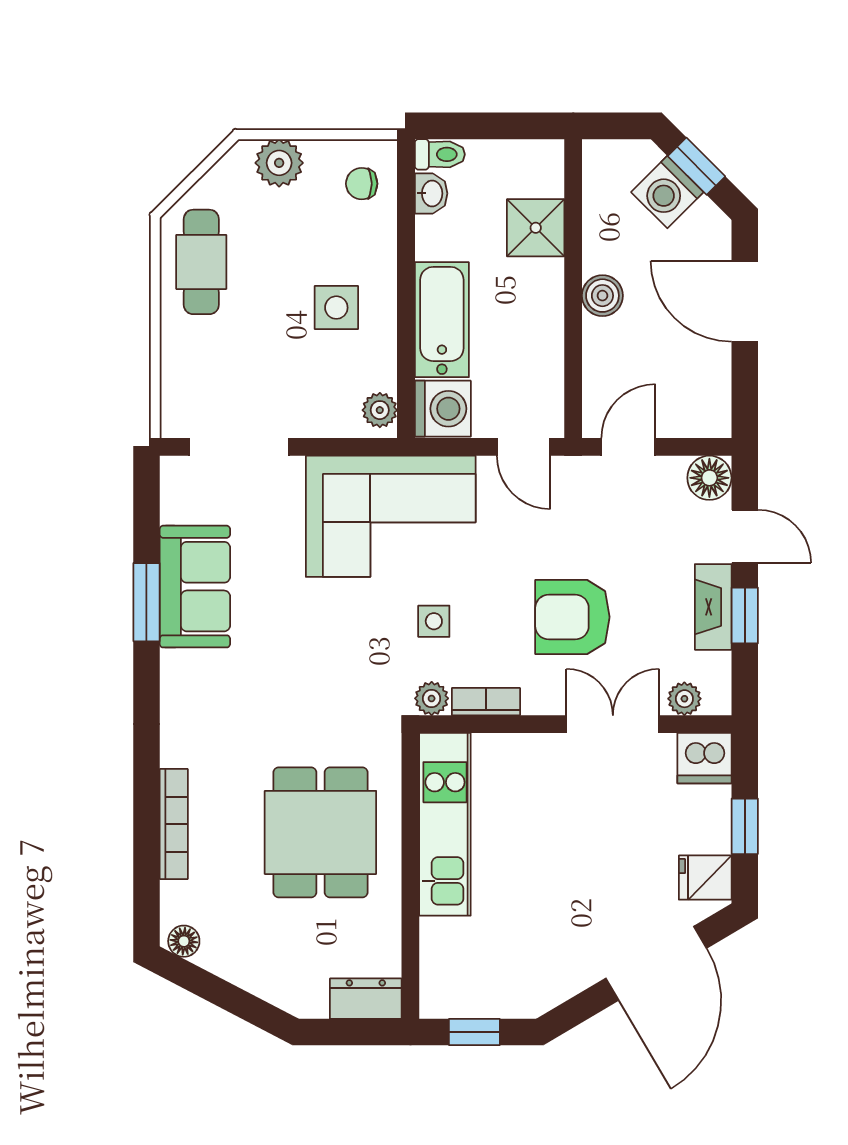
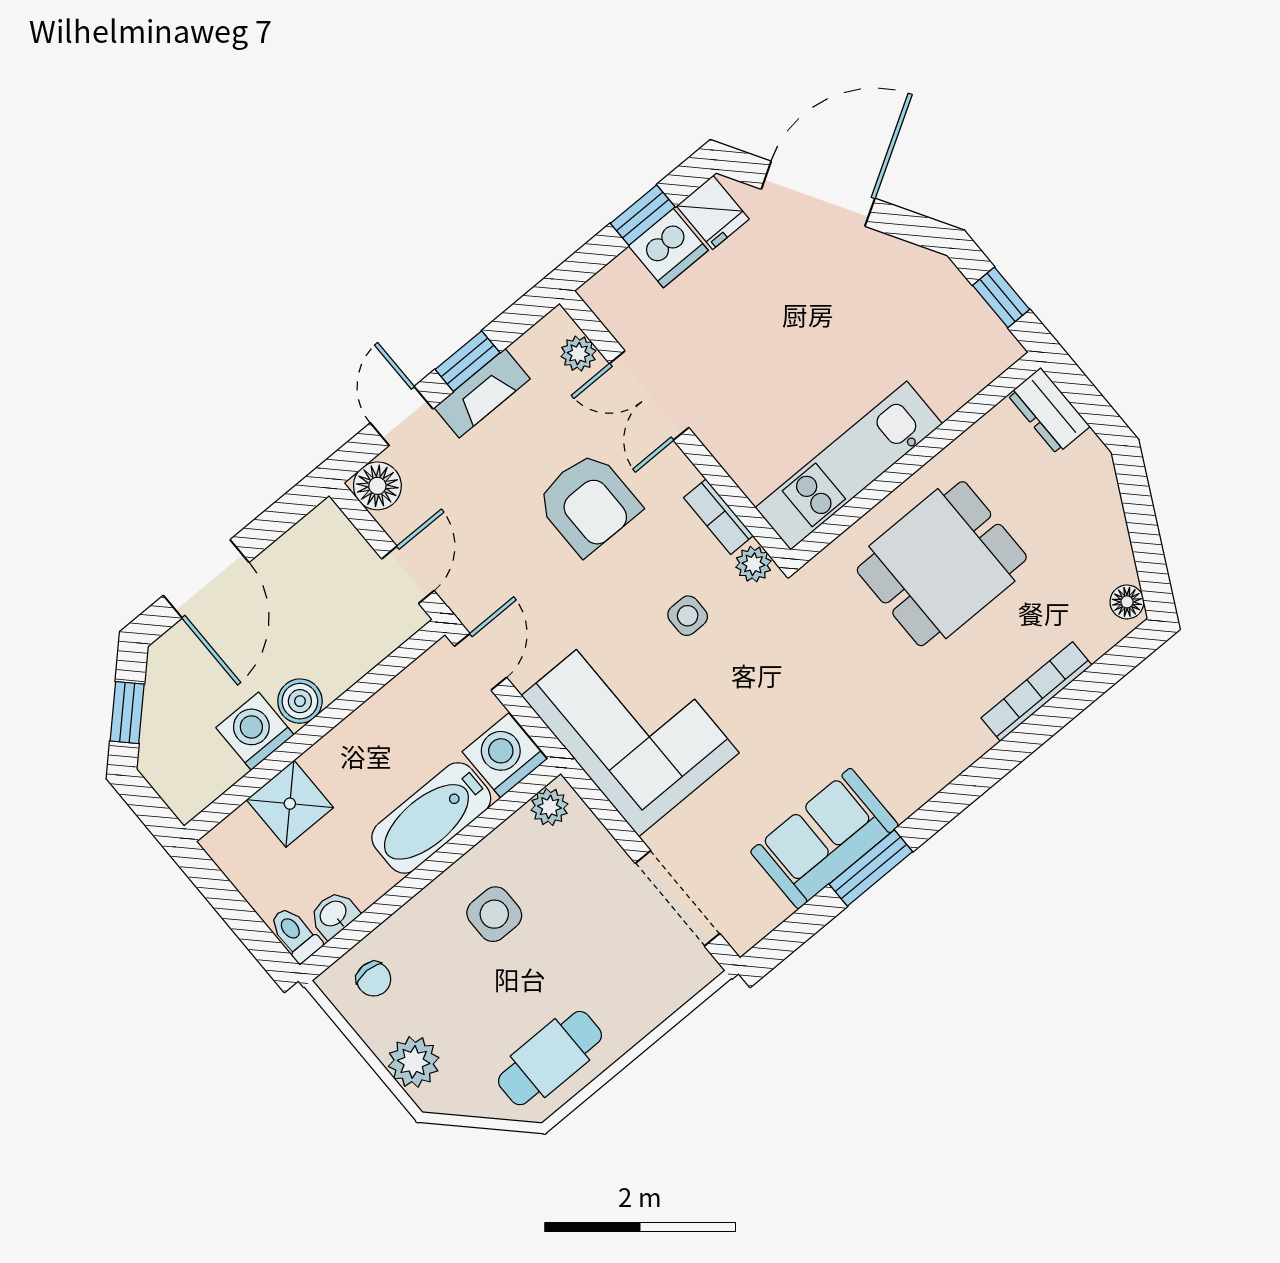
washing machine: (667, 192) -> (255, 731), moved, turned -135
door: (628, 447) -> (408, 575), swing flipped
dishwasher: (704, 758) -> (668, 248), moved, turned 90

